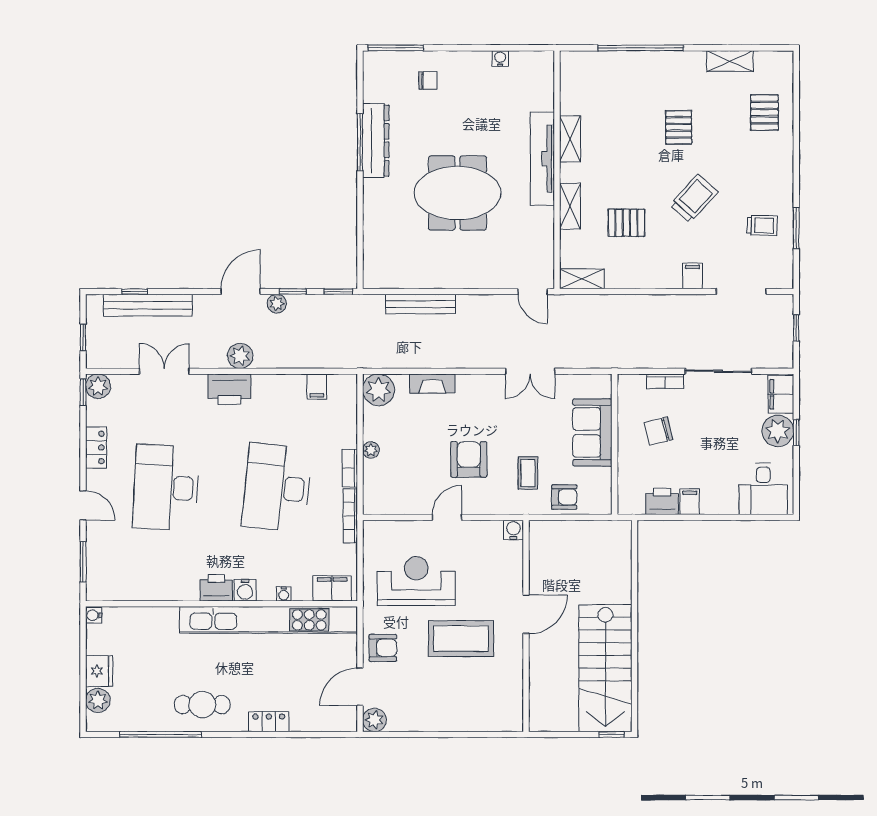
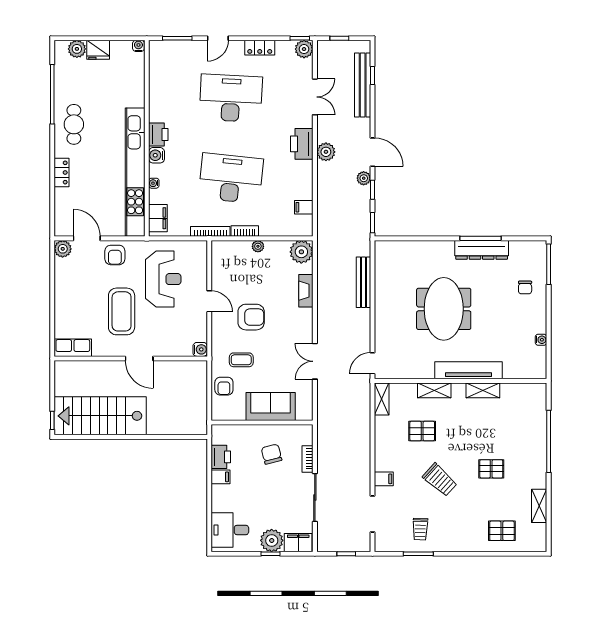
pallet: (626, 223) -> (422, 431), turned 90
row of seats: (511, 706) -> (73, 348), added

